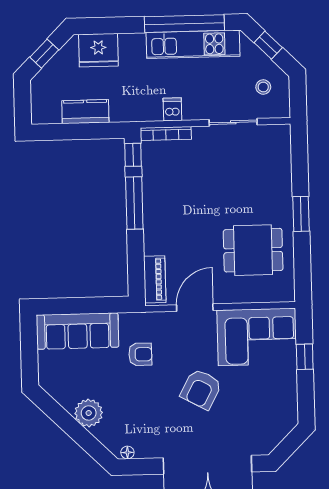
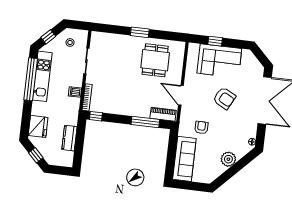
window: (134, 203) -> (145, 122), moved
corner sofa: (257, 337) -> (219, 61), moved, turned 90

